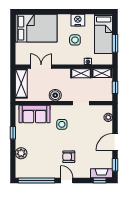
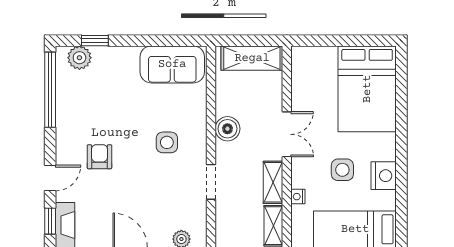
double door: (41, 67) -> (287, 134), moved
sofa: (35, 114) -> (172, 64), moved, turned -90
window: (13, 133) -> (95, 41), moved
plant: (21, 153) -> (79, 58), moved
door: (67, 180) -> (50, 178), moved

